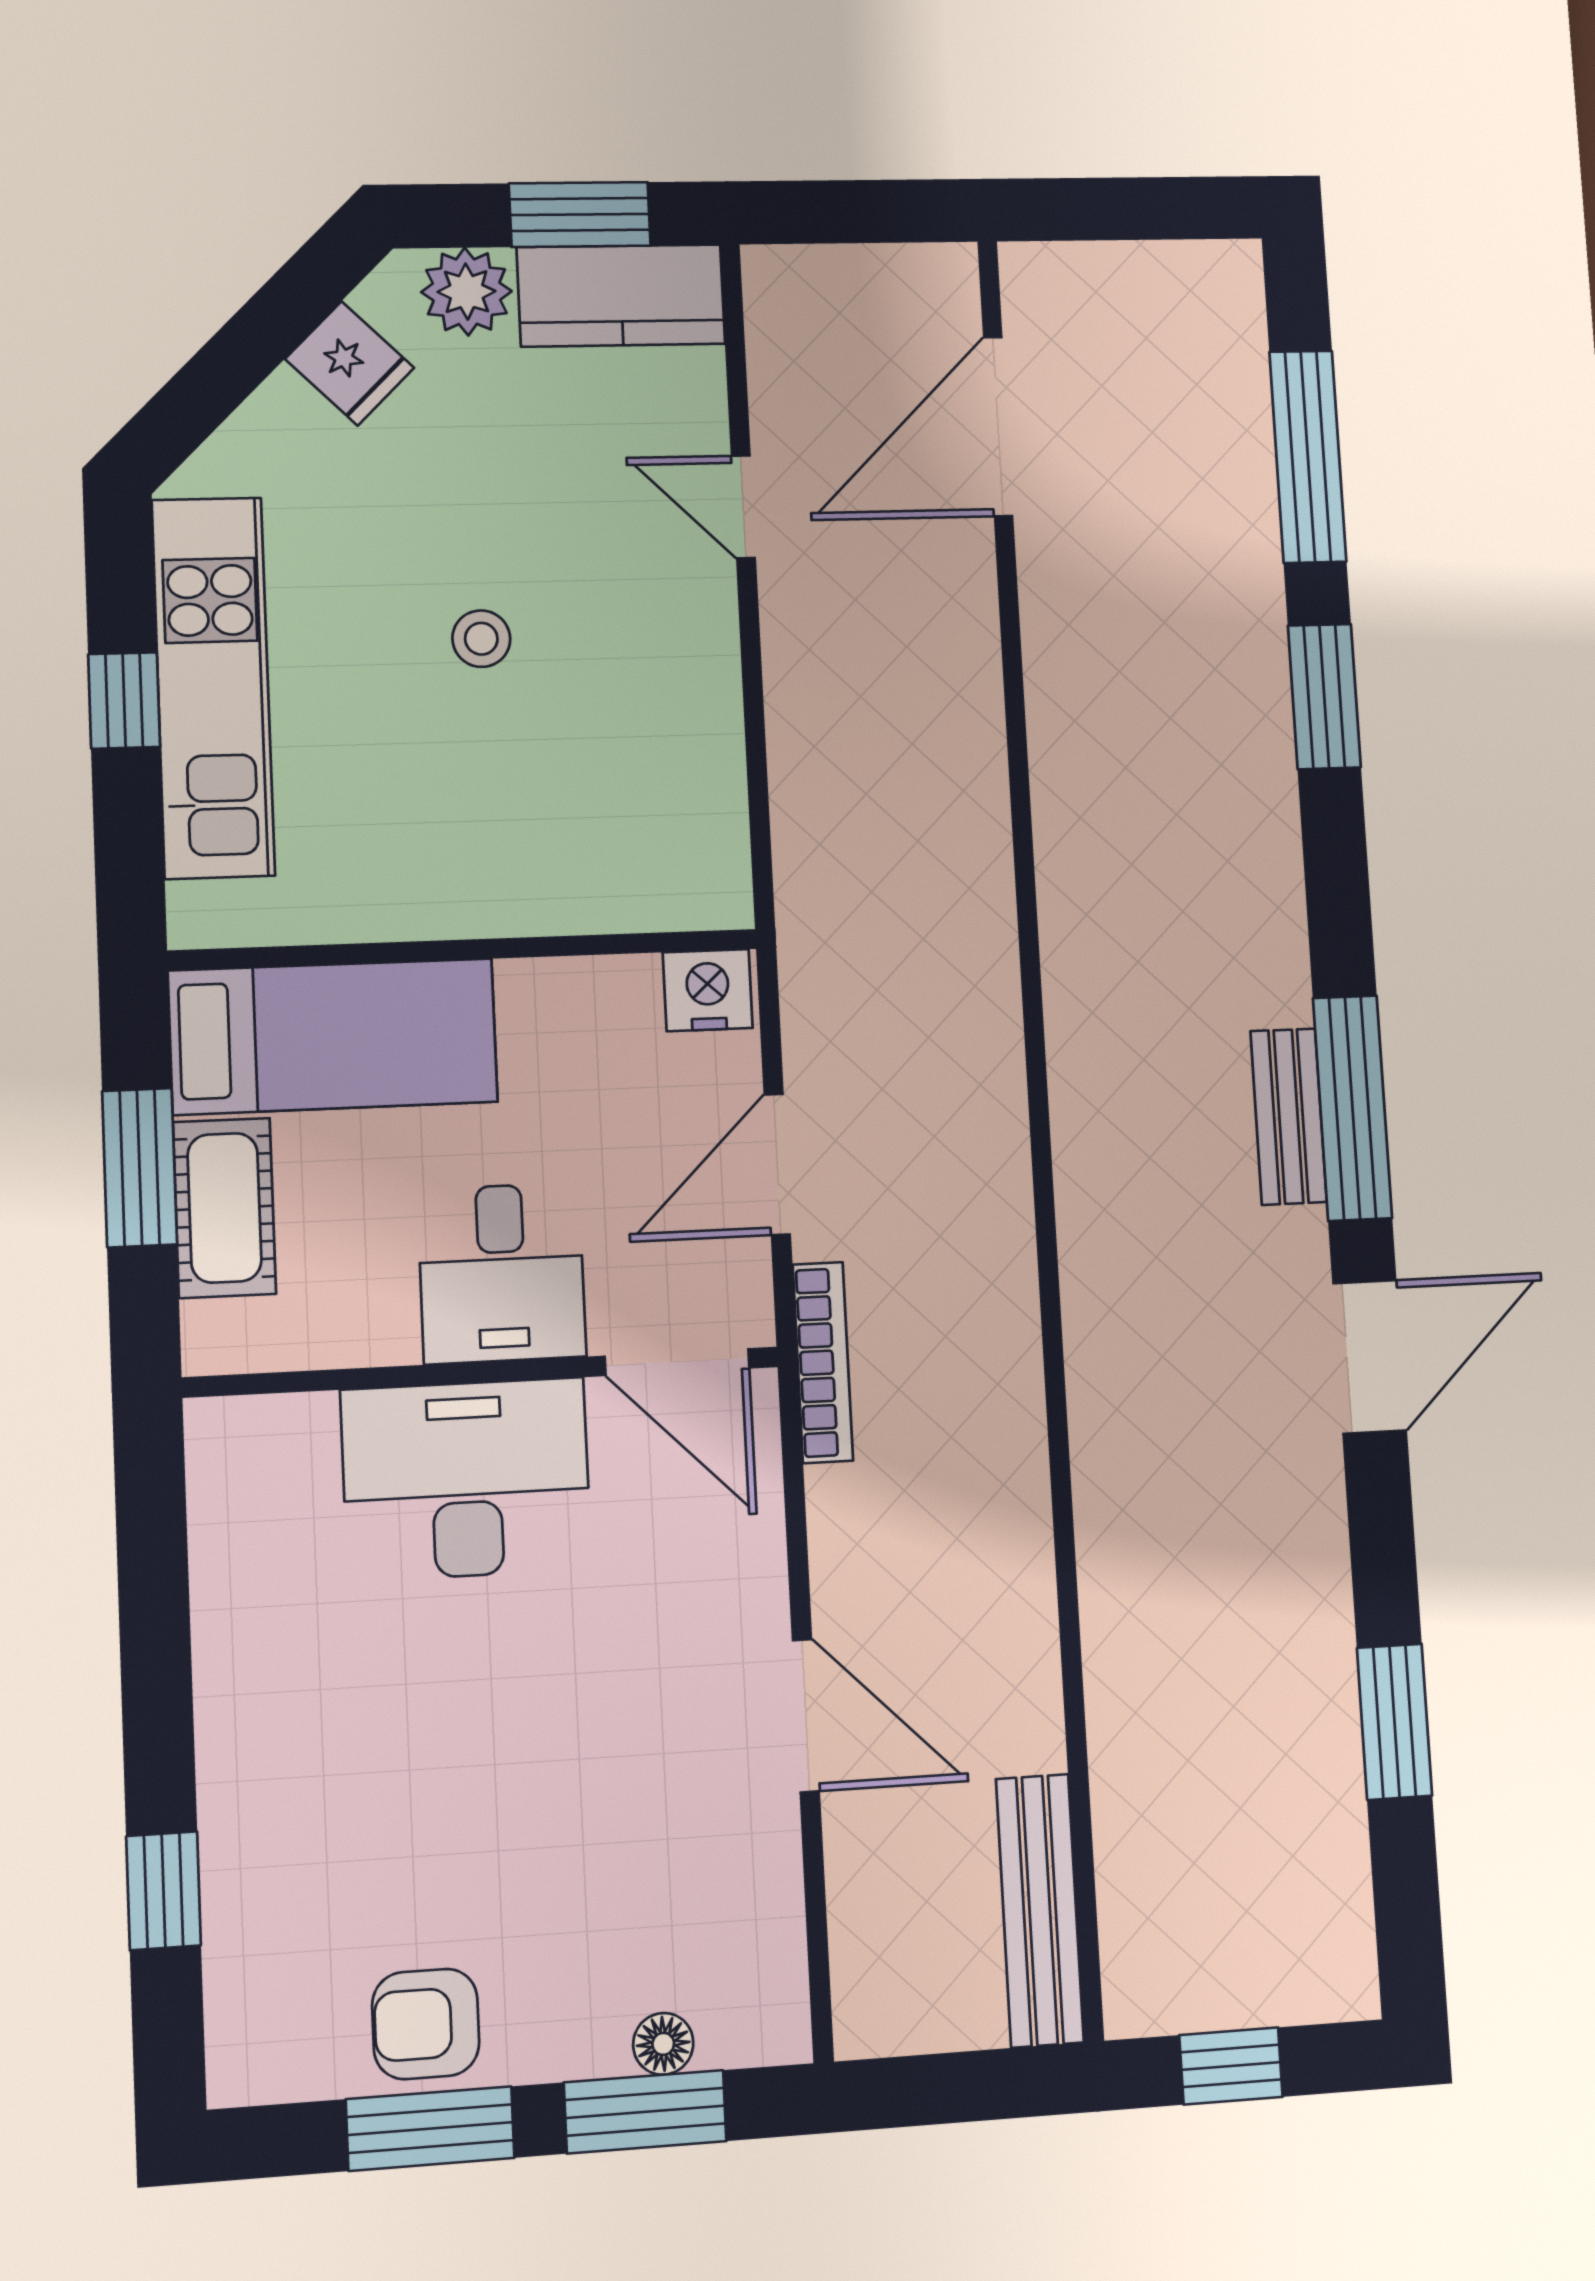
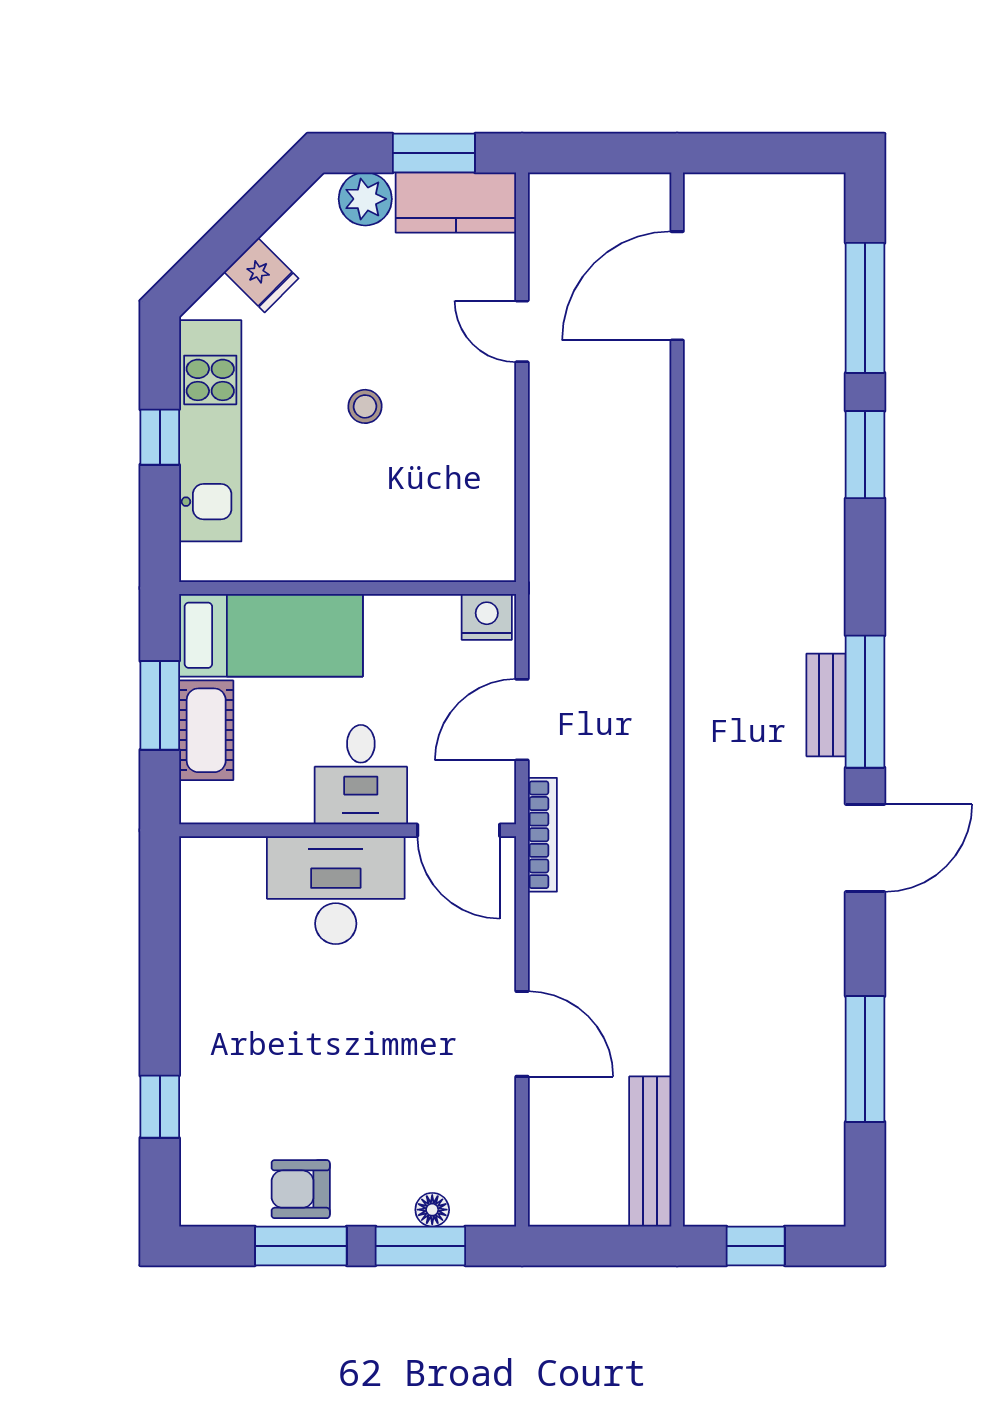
fridge: (350, 363) -> (261, 275), moved
window: (1394, 1722) -> (865, 1059), width x1.44

